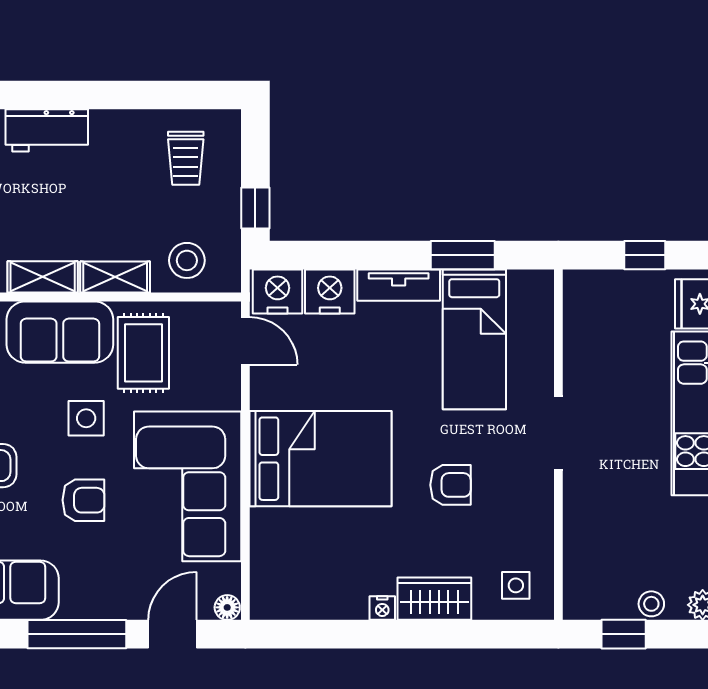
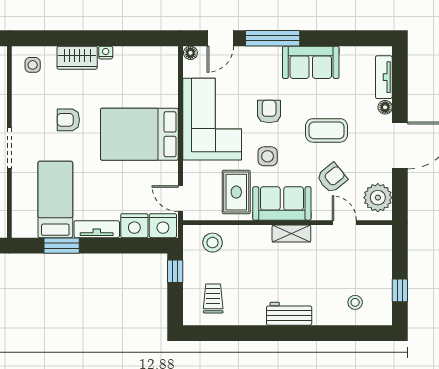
shelving: (115, 277) -> (252, 233), removed
armchair: (83, 500) -> (269, 111), turned 90

